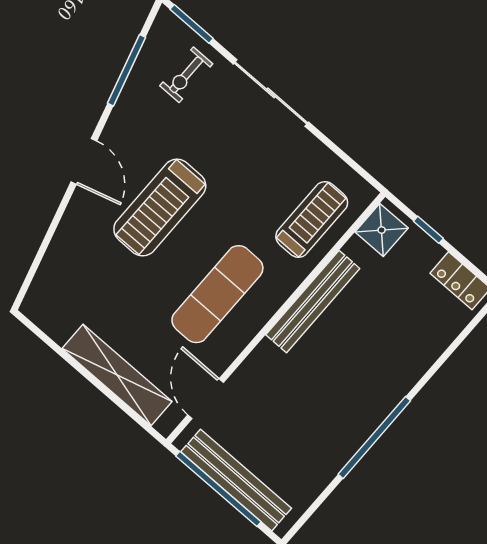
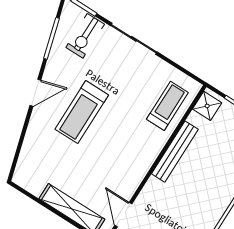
exercise bike: (186, 75) -> (85, 36), width x1.38, depth x1.39
door: (84, 161) -> (35, 93), hinge flipped
exercise mat: (217, 294) -> (121, 155), removed

